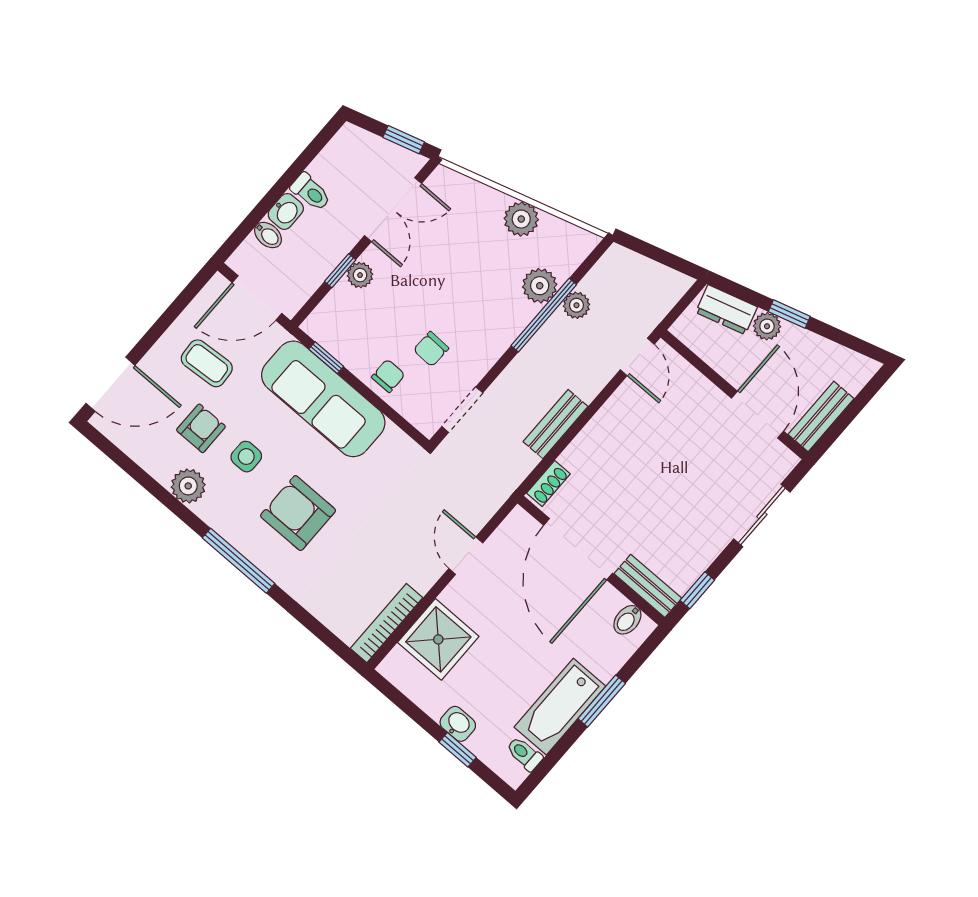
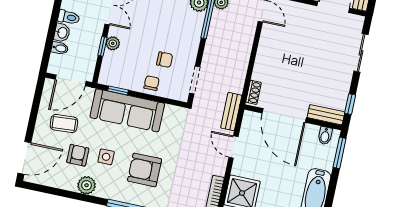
chair: (431, 349) -> (165, 60), turned -92
bench: (555, 424) -> (231, 112), moved
window: (602, 701) -> (340, 153), moved

